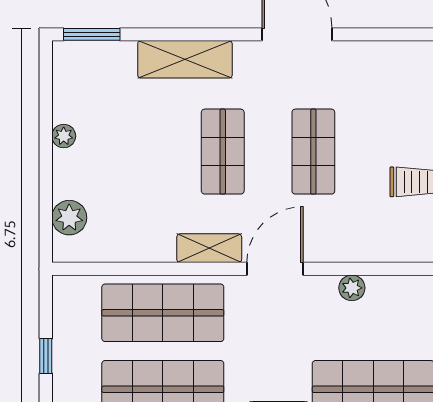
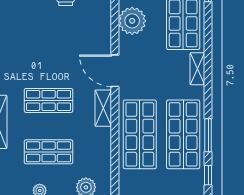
shop shelf: (313, 152) -> (49, 152), moved
plant: (352, 288) -> (132, 21), width x1.88, depth x1.88

